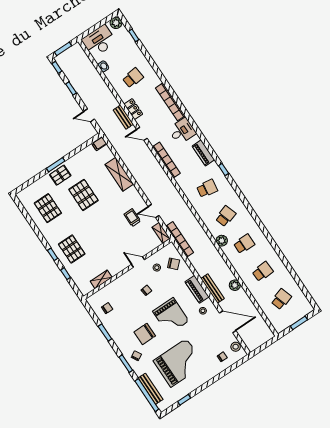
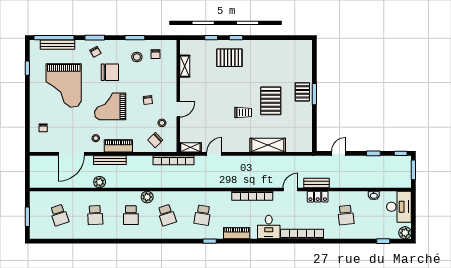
filing cabinet: (99, 144) -> (307, 145), removed
pallet: (83, 195) -> (271, 101), turned 90
pallet: (48, 208) -> (280, 61), removed
trolley: (132, 218) -> (243, 112), moved
chair: (145, 334) -> (110, 72), turned 90
stool: (236, 347) -> (137, 57), moved

